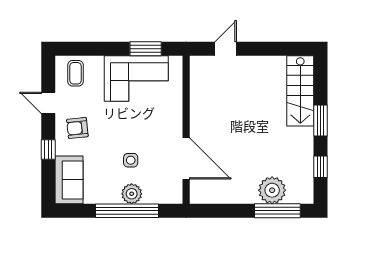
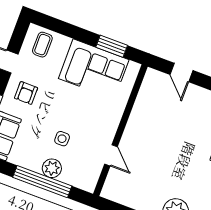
door: (226, 49) -> (181, 72), swing flipped
armchair: (77, 128) -> (26, 93), turned -84
door: (186, 159) -> (111, 155), width x0.53

